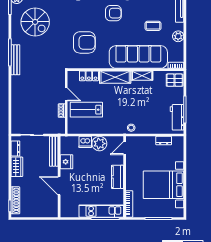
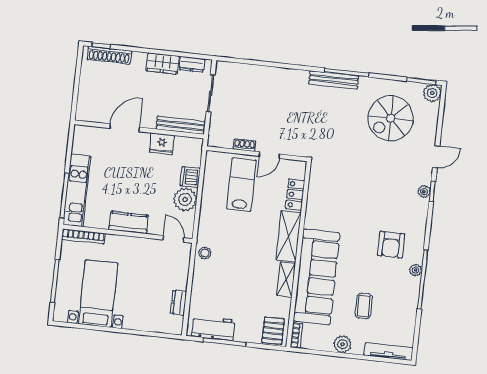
armchair: (84, 42) -> (349, 193), removed
bed with nightstands: (164, 185) -> (98, 294), width x0.73

